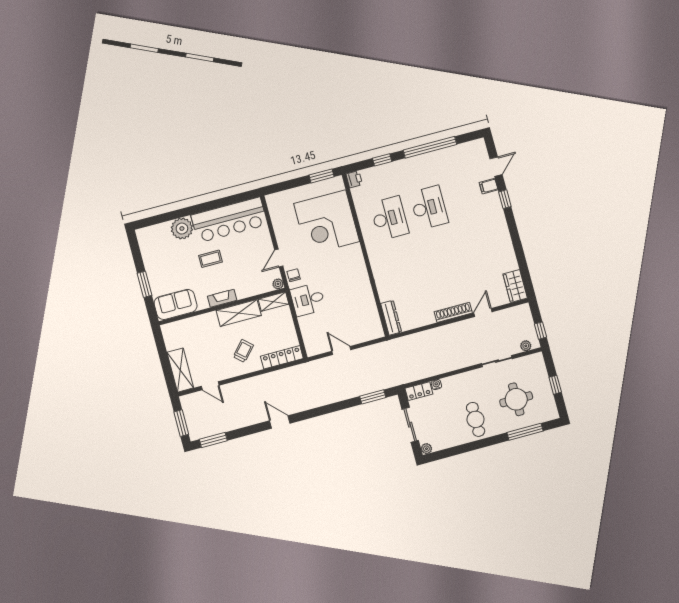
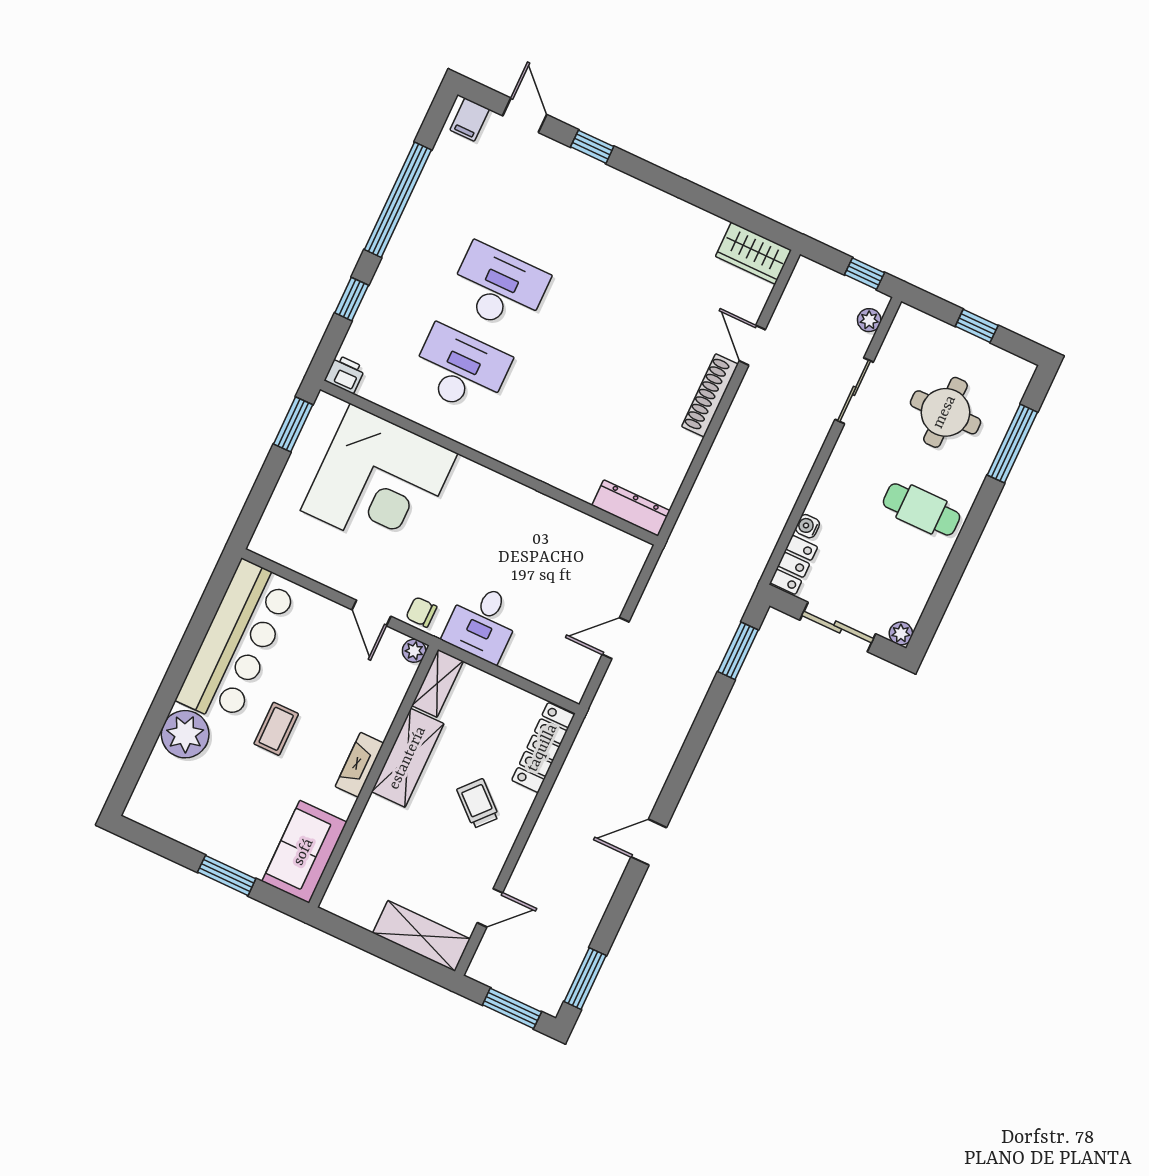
filing cabinet: (489, 186) -> (470, 120), moved

